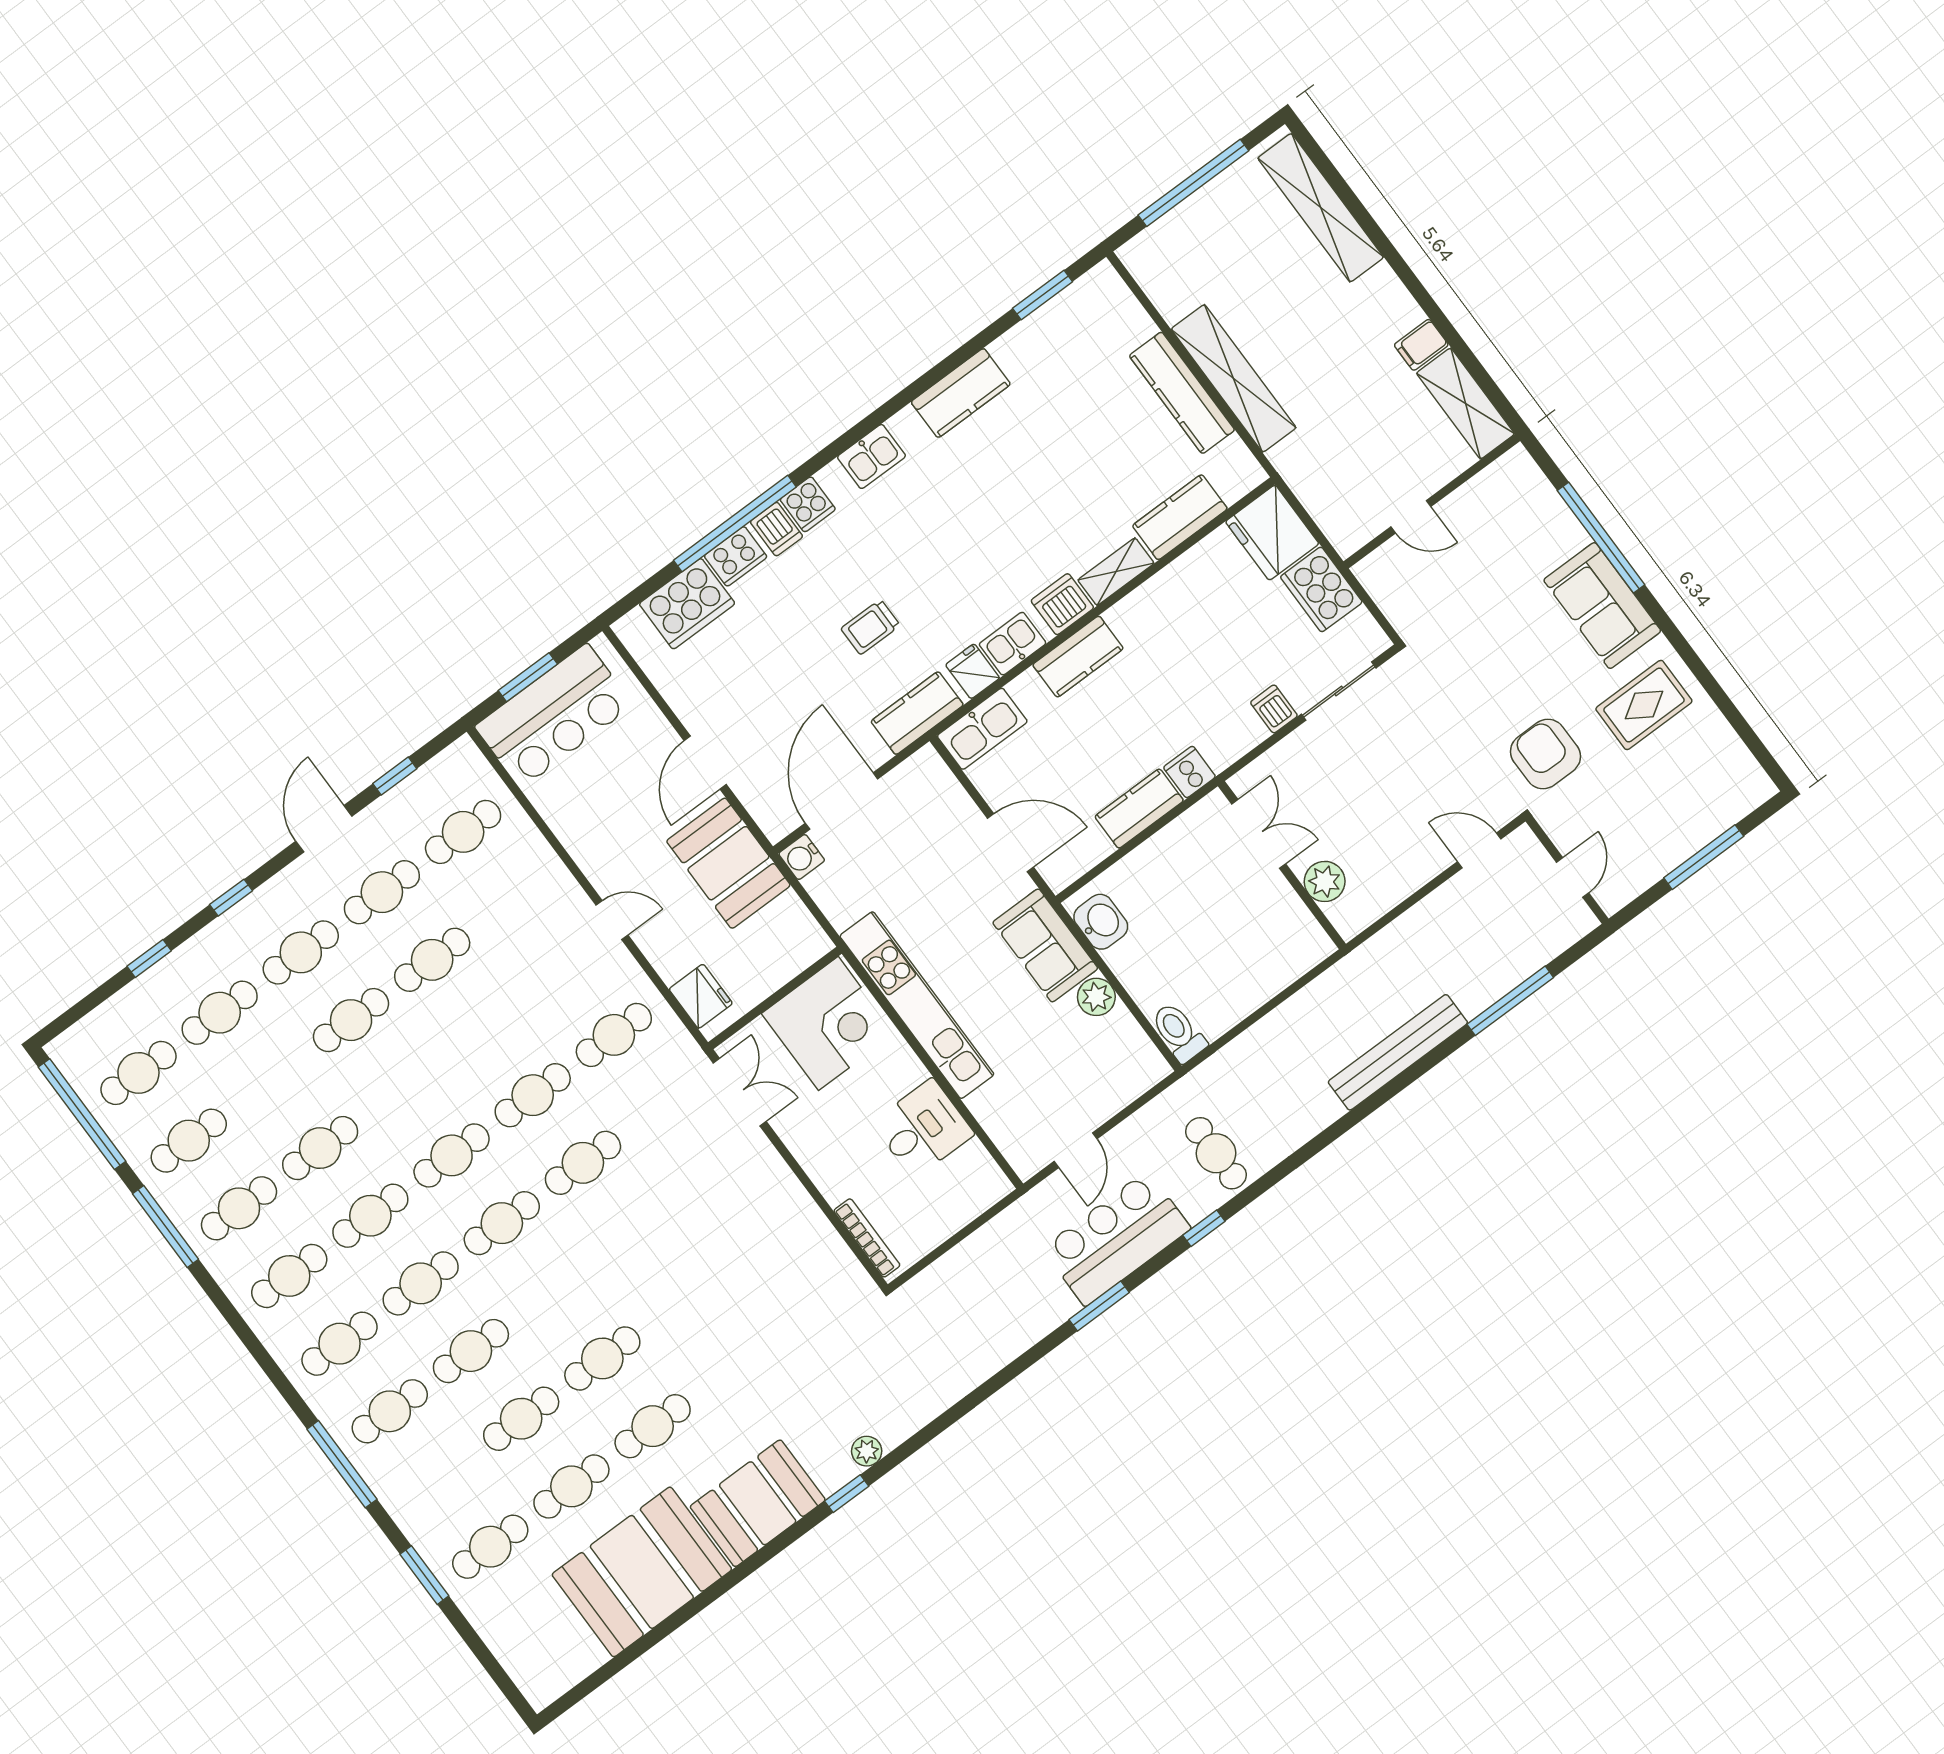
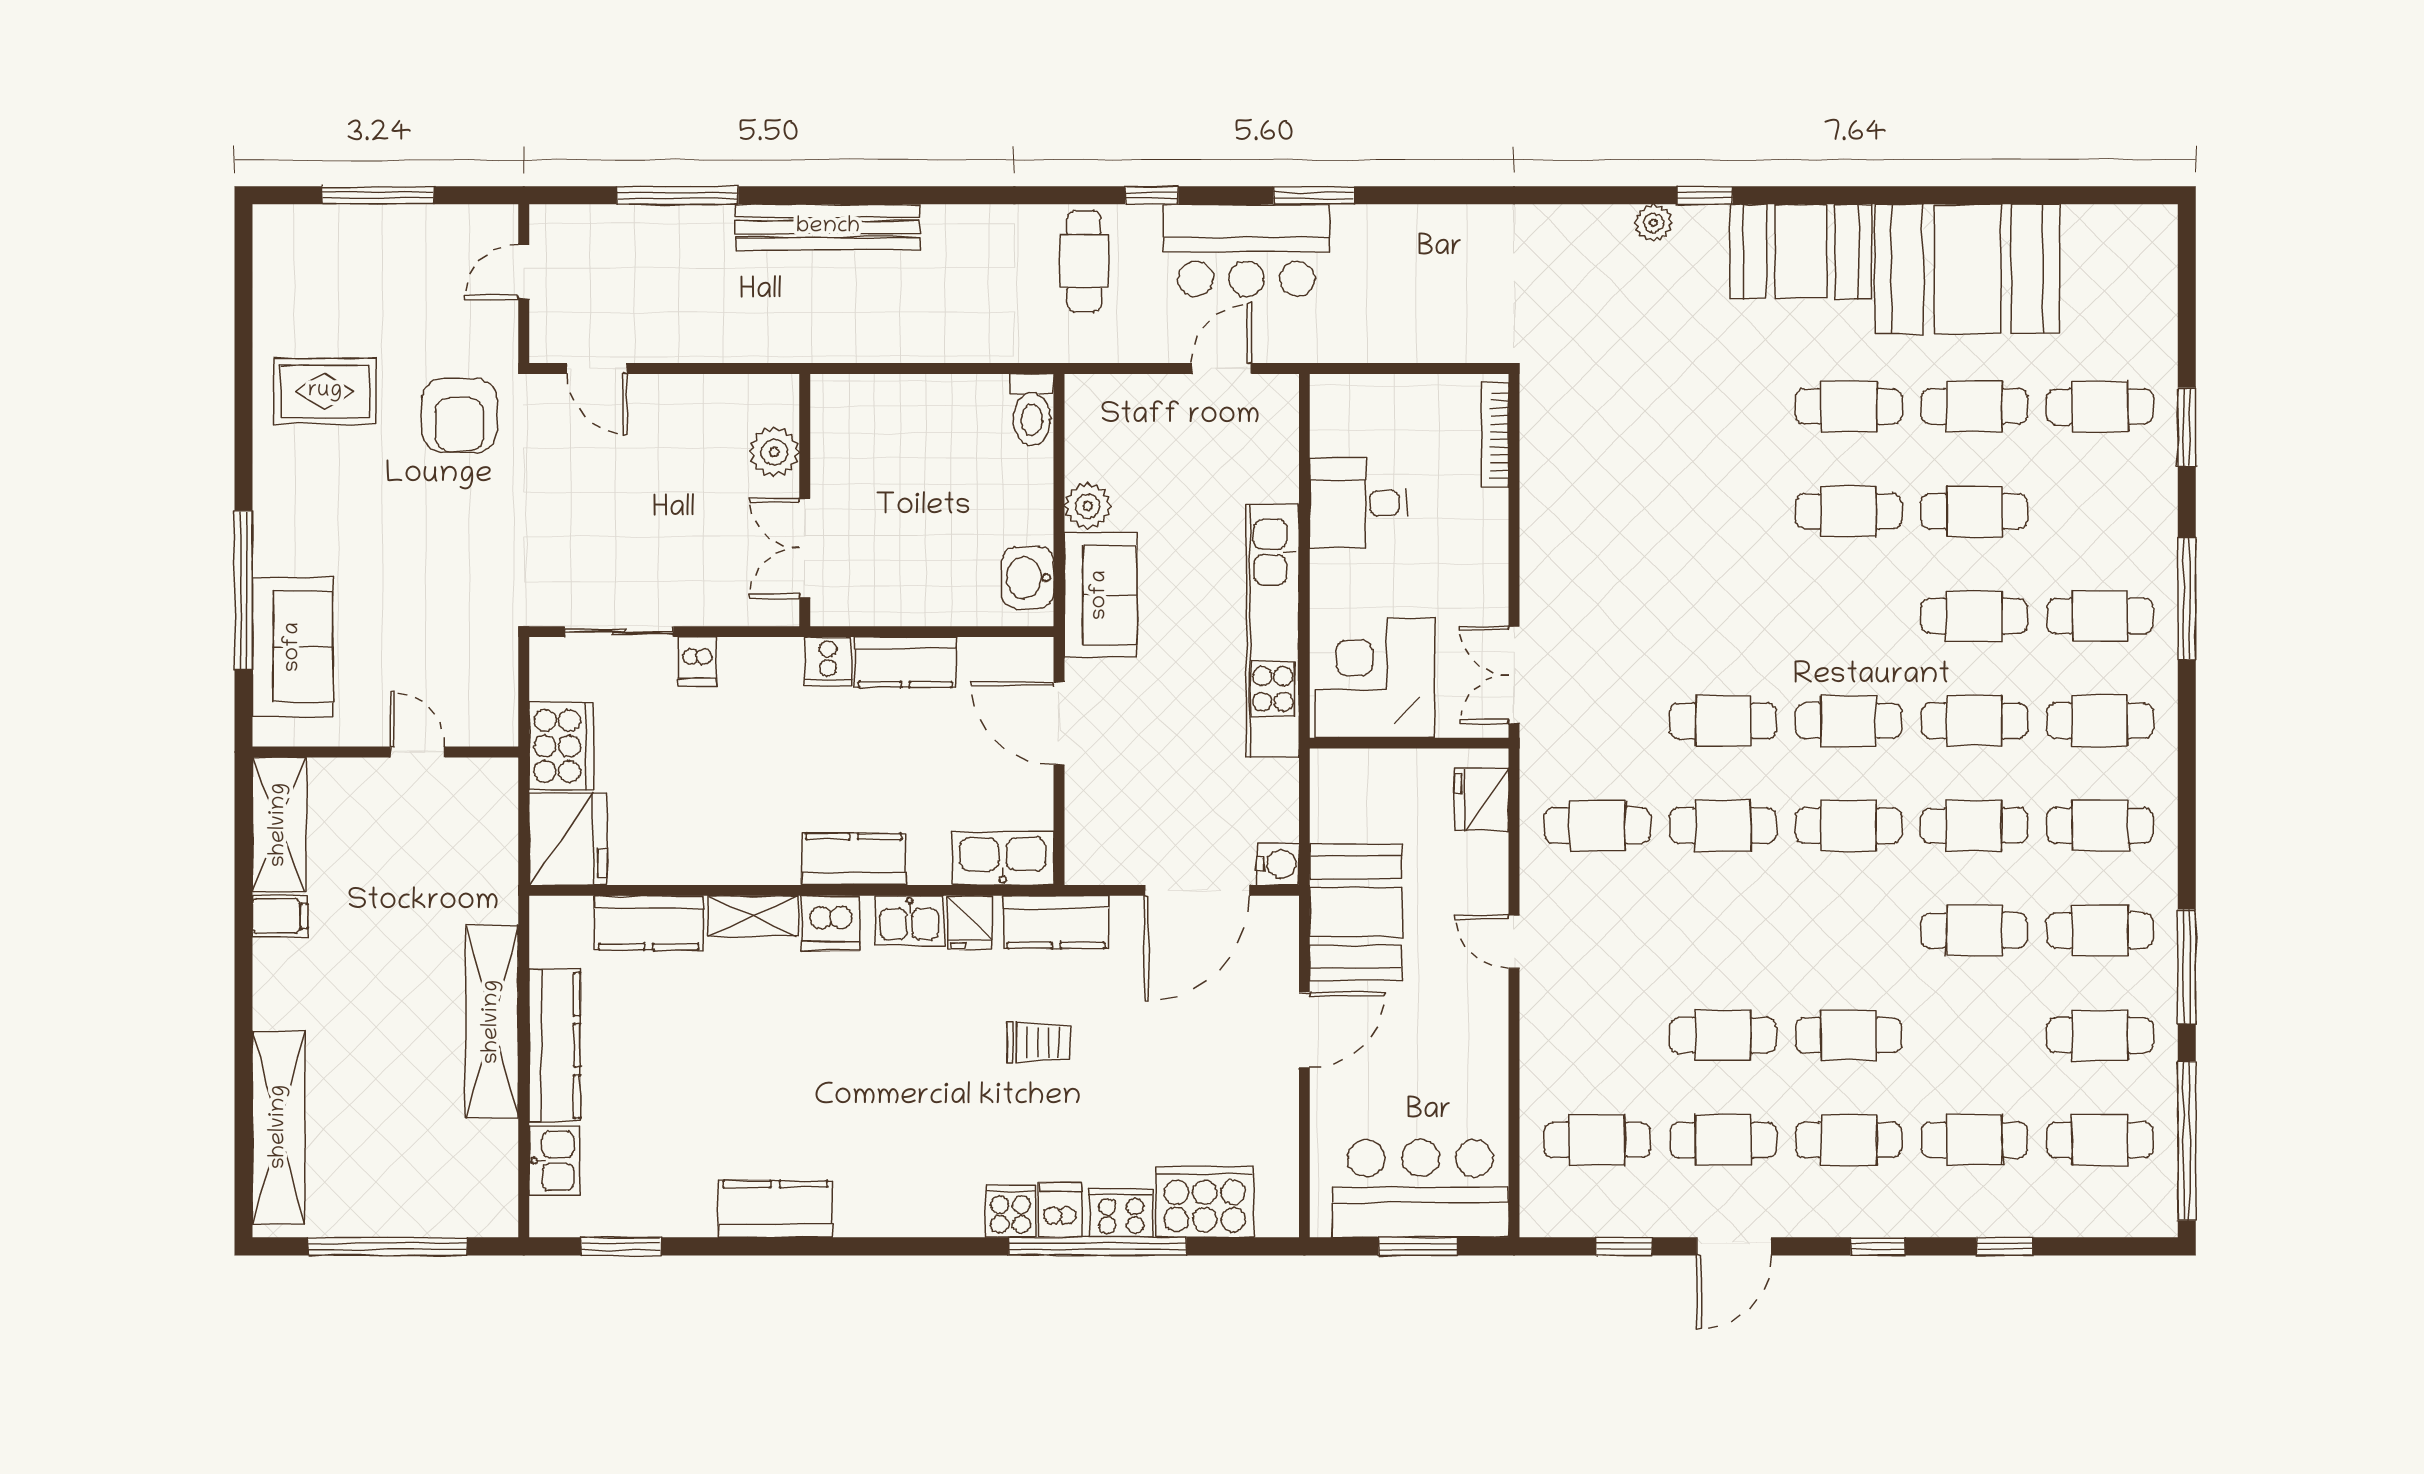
kitchen sink: (871, 456) -> (554, 1161), moved, turned 90
sofa: (1602, 606) -> (293, 647), moved

